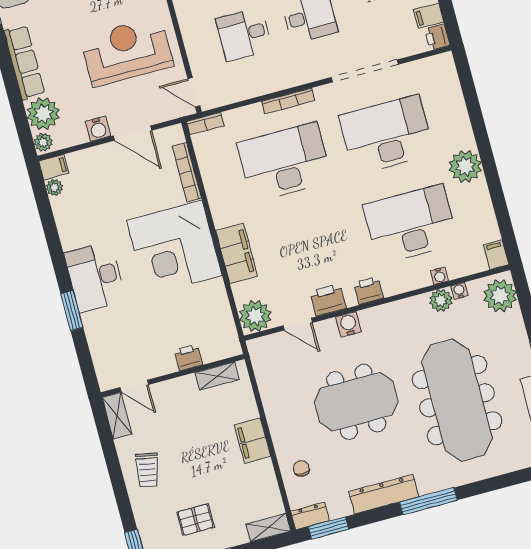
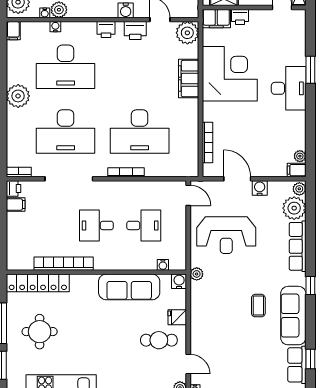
bookcase: (205, 124) -> (19, 172), moved
corner desk: (174, 248) -> (230, 74), moved
filing cabinet: (220, 346) -> (216, 19), added

